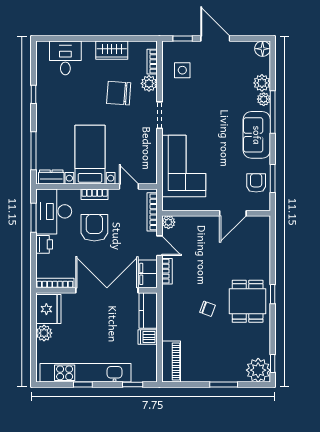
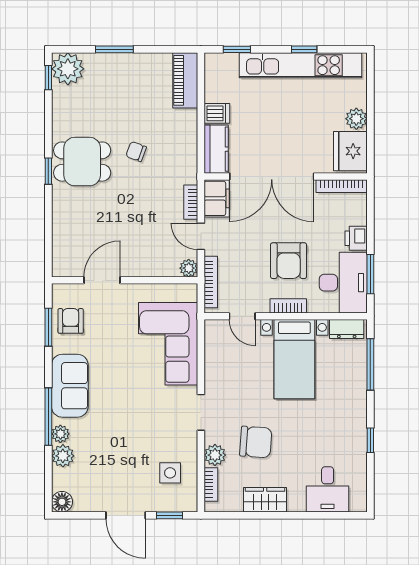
armchair: (256, 183) -> (71, 321), turned 180
dining table: (248, 301) -> (82, 162), turned 90

